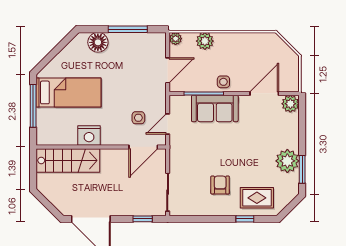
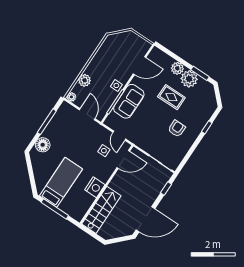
door: (264, 93) -> (140, 66), swing flipped
plant: (290, 104) -> (177, 68), moved
door: (143, 147) -> (123, 159), hinge flipped
armchair: (220, 185) -> (177, 129), turned 90
rug: (257, 198) -> (171, 97), moved, turned 90

